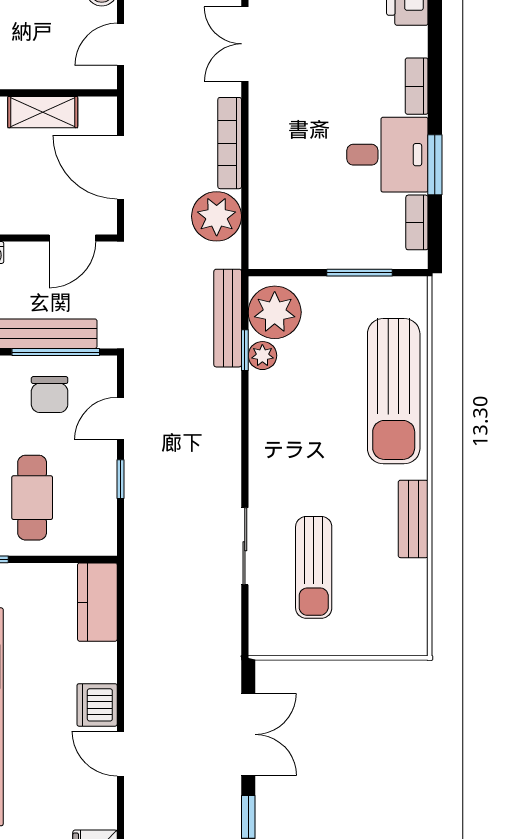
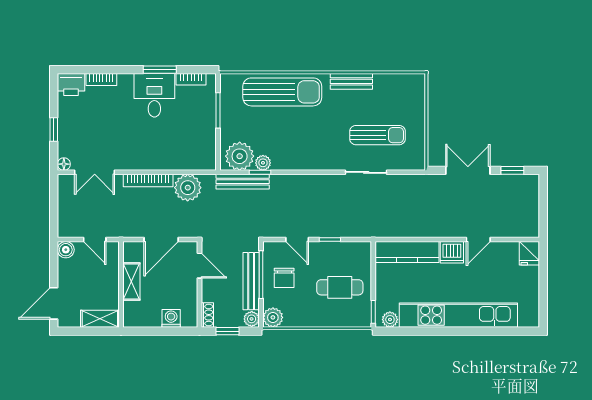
bookcase: (417, 86) -> (101, 79), moved
chair: (50, 395) -> (284, 278), turned 90
kitchen counter: (97, 602) -> (407, 252), width x1.50

